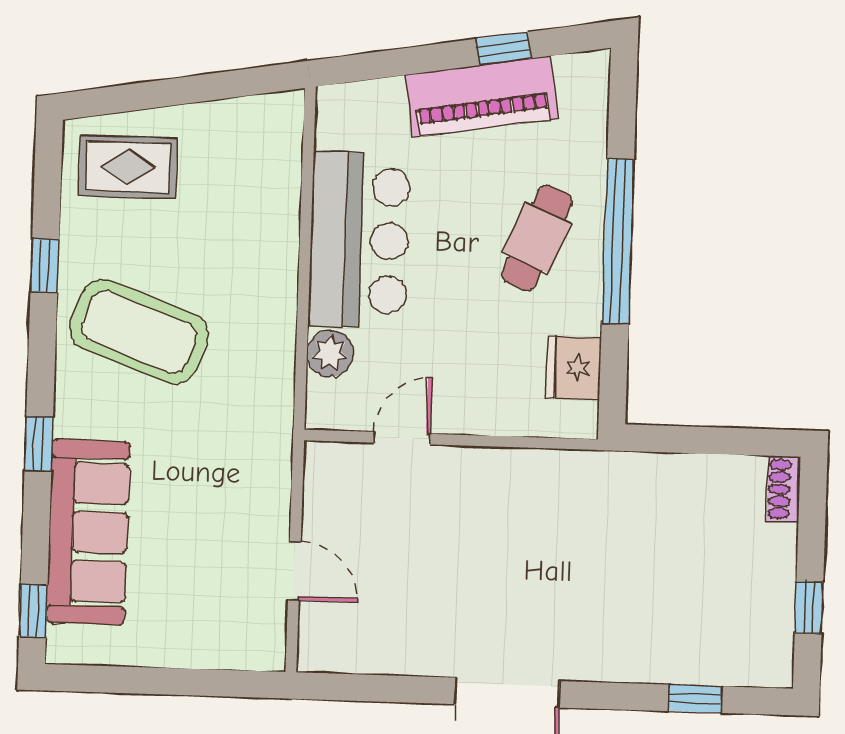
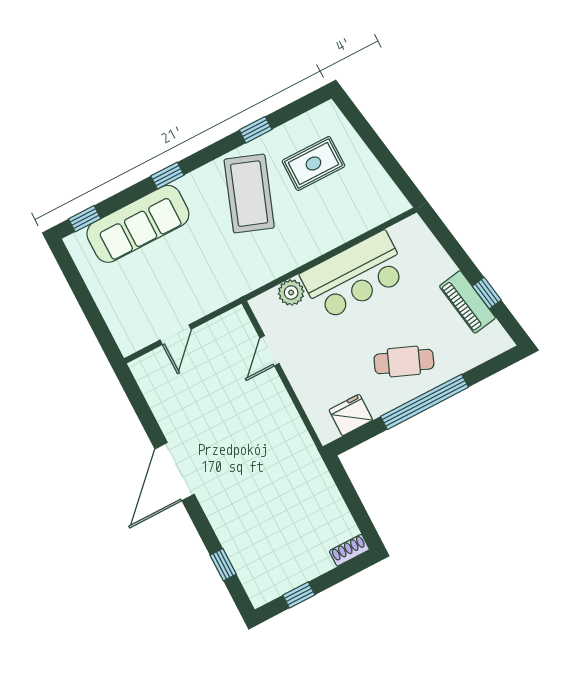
piano: (481, 97) -> (467, 302), width x0.73, depth x0.75
rug: (128, 167) -> (313, 163), moved, turned 90
door: (402, 438) -> (270, 351), swing flipped

